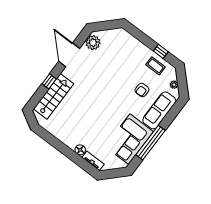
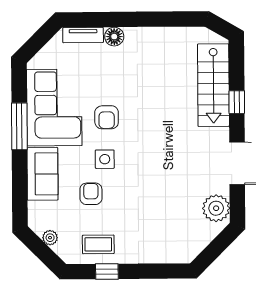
side table: (125, 100) -> (105, 159), added
sofa: (159, 110) -> (43, 174), width x0.73
armchair: (110, 118) -> (107, 117), added
window: (150, 143) -> (19, 126), width x0.68

